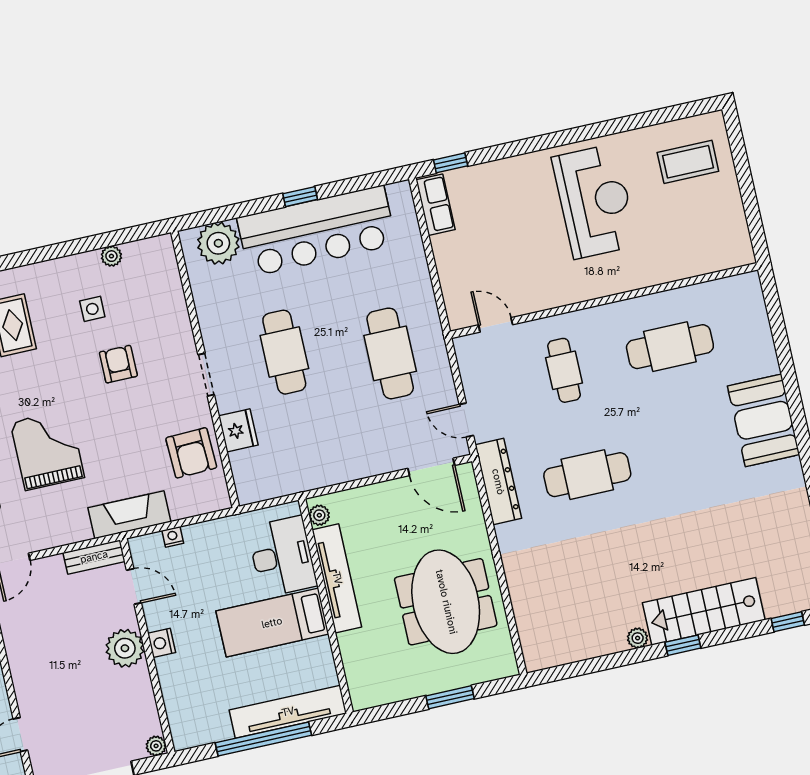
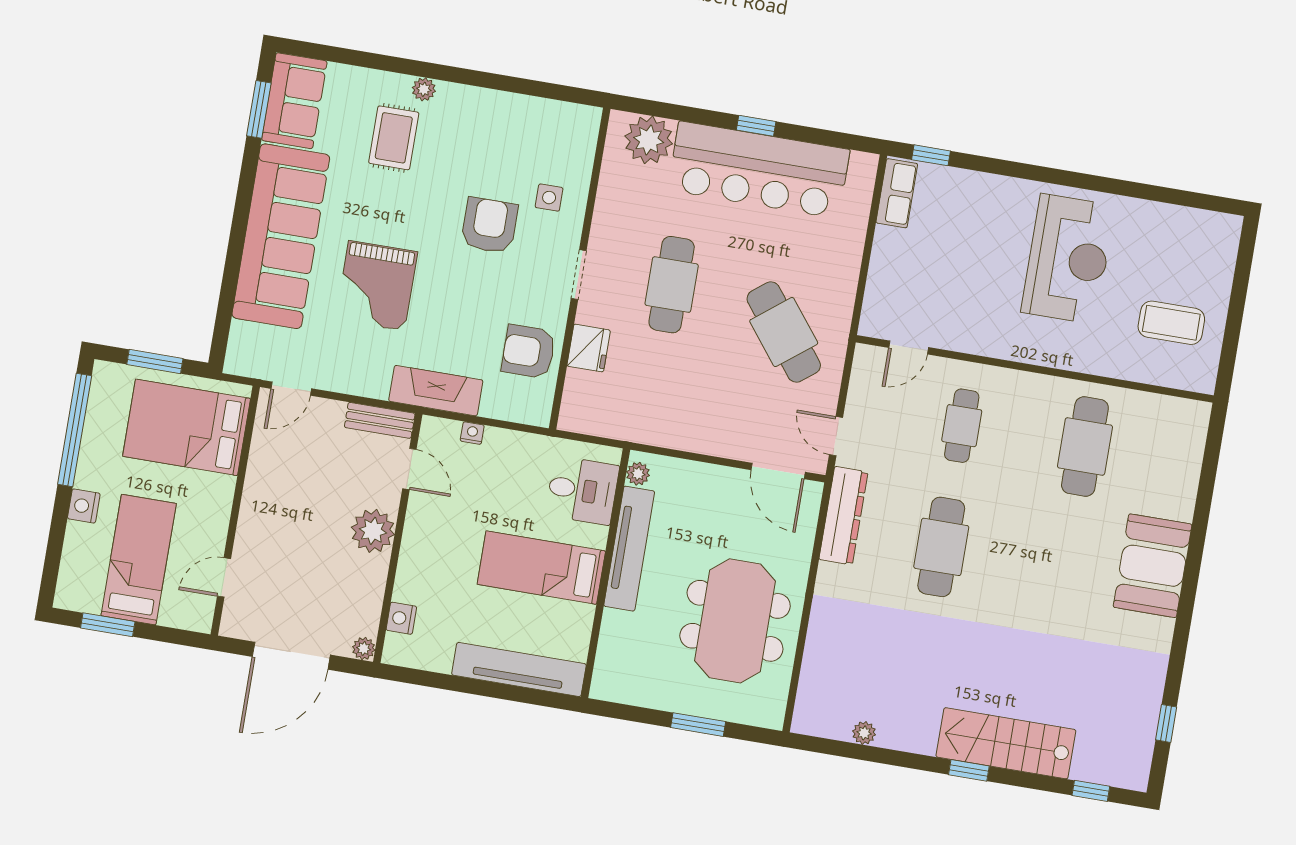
coffee table: (688, 162) -> (1171, 323), moved
plant: (111, 256) -> (424, 89), moved
side table: (92, 309) -> (549, 198), moved
door: (496, 325) -> (909, 347), swing flipped
cafe table: (670, 347) -> (1085, 447), turned 90
cafe table: (390, 353) -> (784, 332), turned -38
armchair: (118, 364) -> (489, 225), width x1.38, depth x1.38
grand piano: (47, 450) -> (377, 286), turned 180
armchair: (191, 453) -> (529, 352), turned 92
cafe table: (587, 475) -> (941, 547), turned 90
desk: (282, 557) -> (582, 490), width x0.73
plant: (638, 638) -> (864, 733), moved
nightstand: (162, 643) -> (401, 618), moved
window: (263, 739) -> (481, 688), removed

